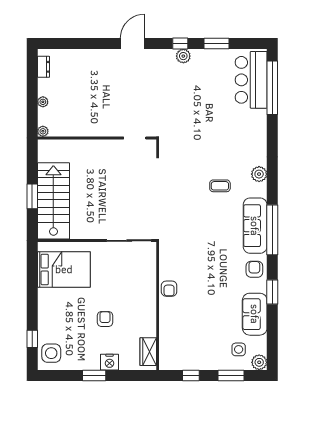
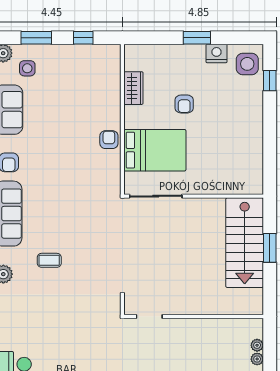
plant: (43, 131) -> (257, 345), moved
bed: (64, 269) -> (155, 150), moved, turned 180
wardrobe: (148, 352) -> (133, 88), moved
nightstand: (109, 362) -> (216, 53), moved

